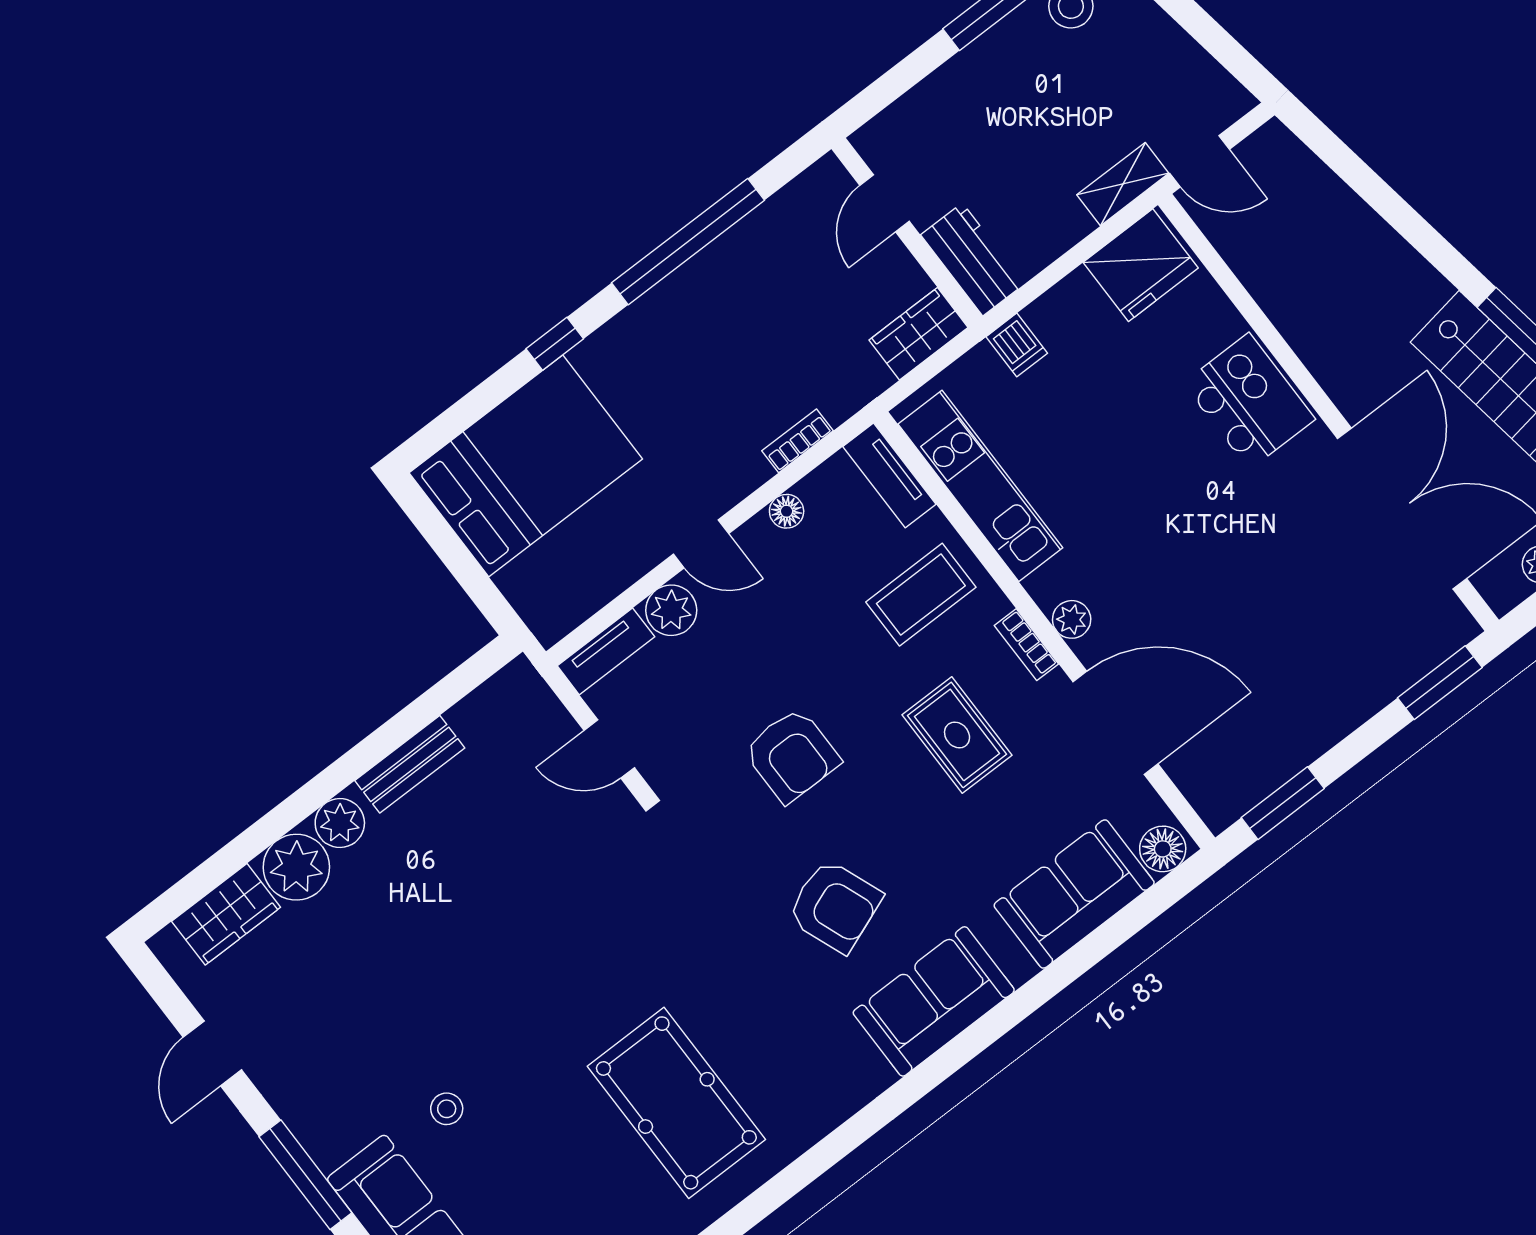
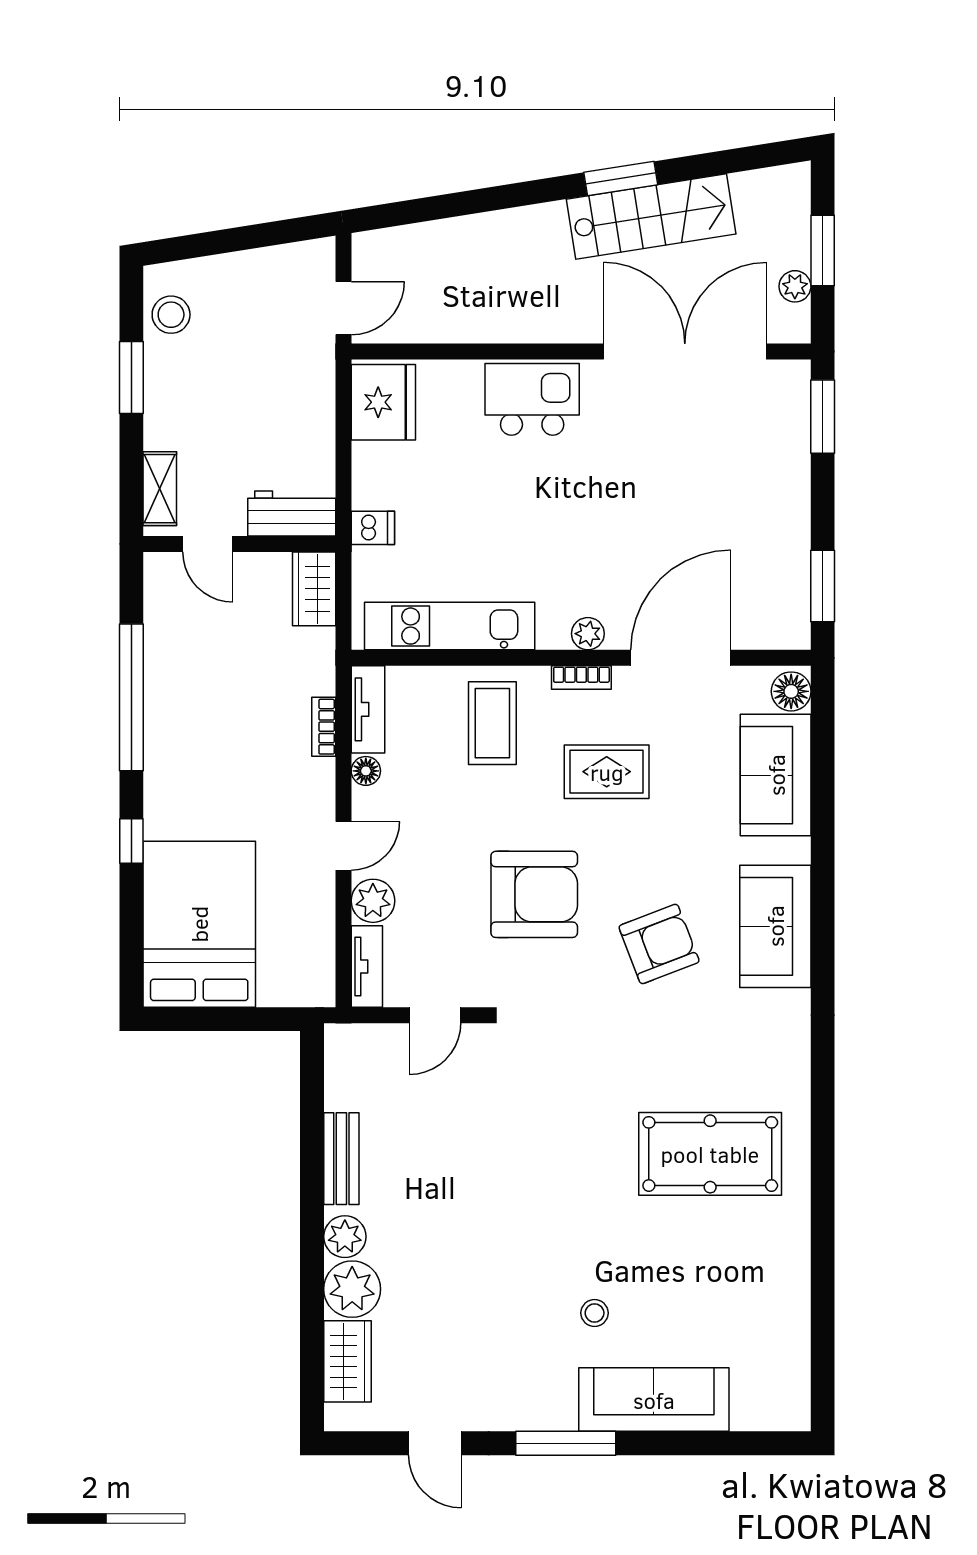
shelving: (1123, 184) -> (160, 489), moved
tv unit: (889, 475) -> (368, 709), moved, turned -90
armchair: (792, 755) -> (534, 894), width x1.36, depth x1.36

